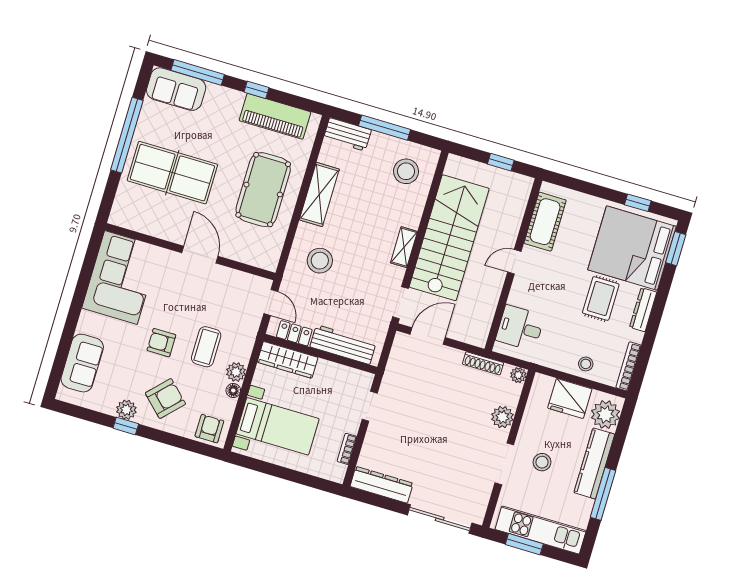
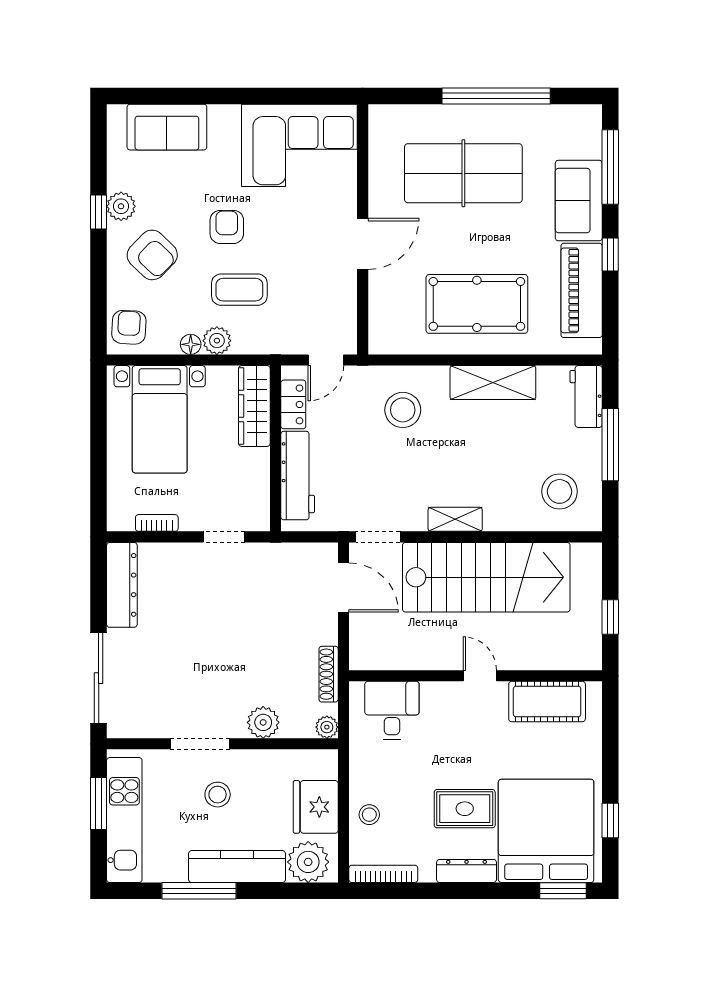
sofa: (176, 89) -> (579, 201), moved
table tennis table: (172, 173) -> (463, 173), turned 90
armchair: (209, 429) -> (129, 327), turned -87

